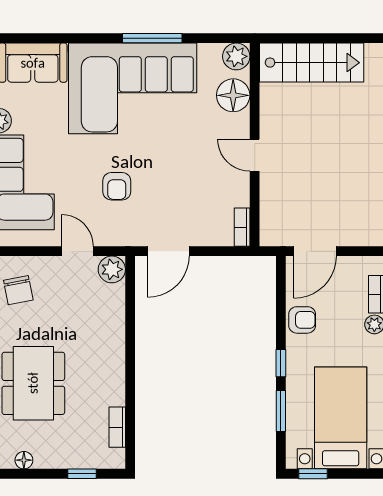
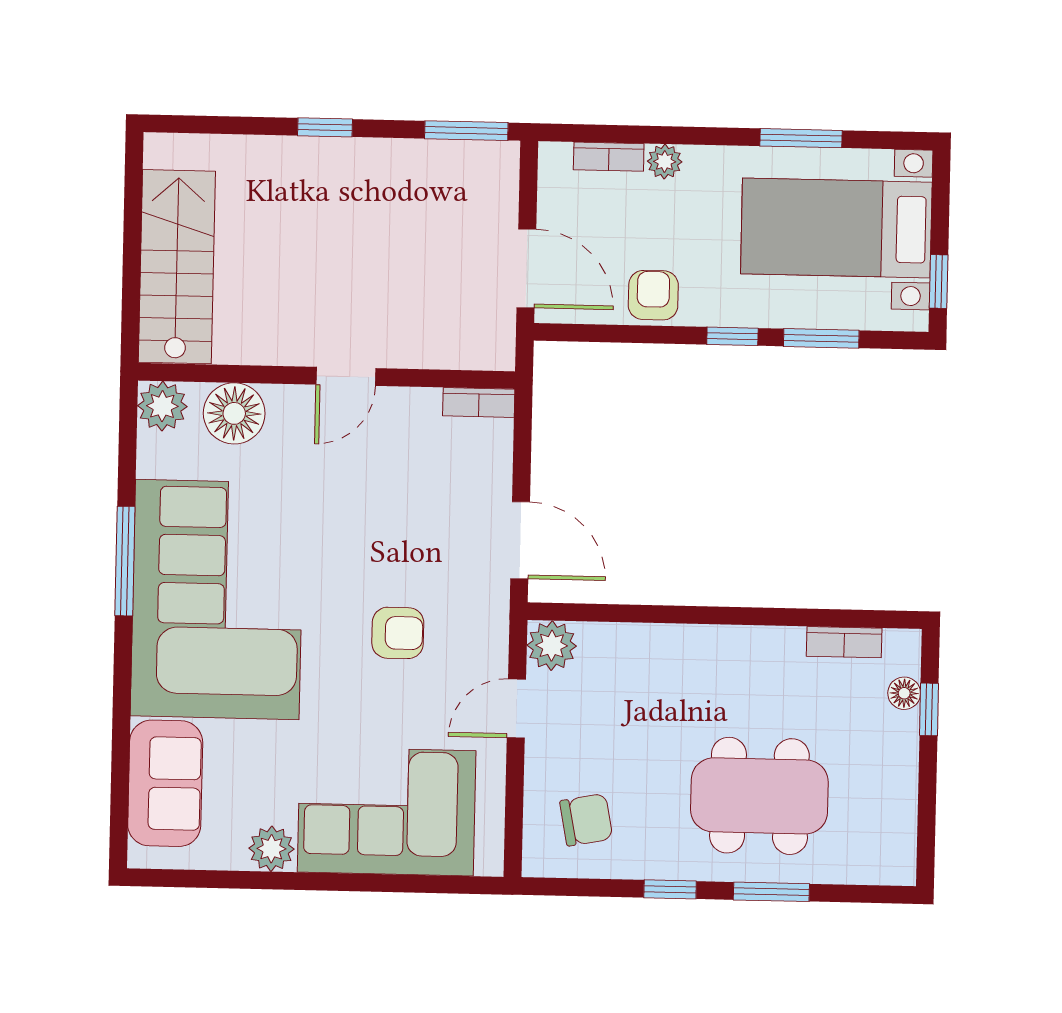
floor lamp: (24, 460) -> (904, 693), moved

